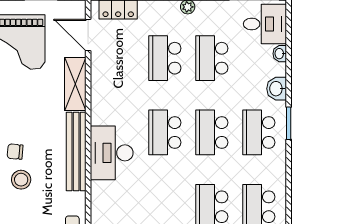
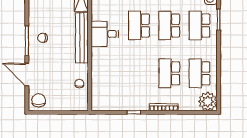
desk: (112, 153) -> (105, 34), width x0.73
stool: (21, 180) -> (46, 56), removed

